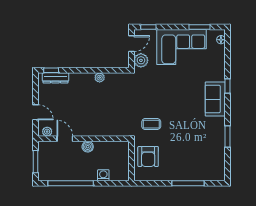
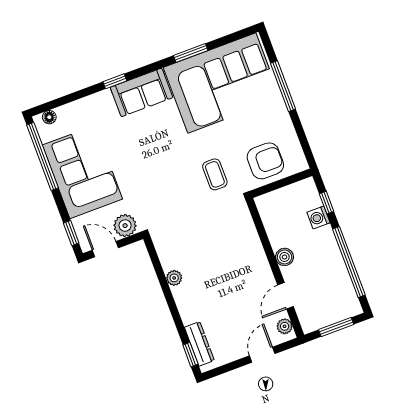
window: (199, 27) -> (42, 156), width x2.11
corner sofa: (203, 148) -> (222, 83), added
window: (110, 183) -> (327, 203), added

